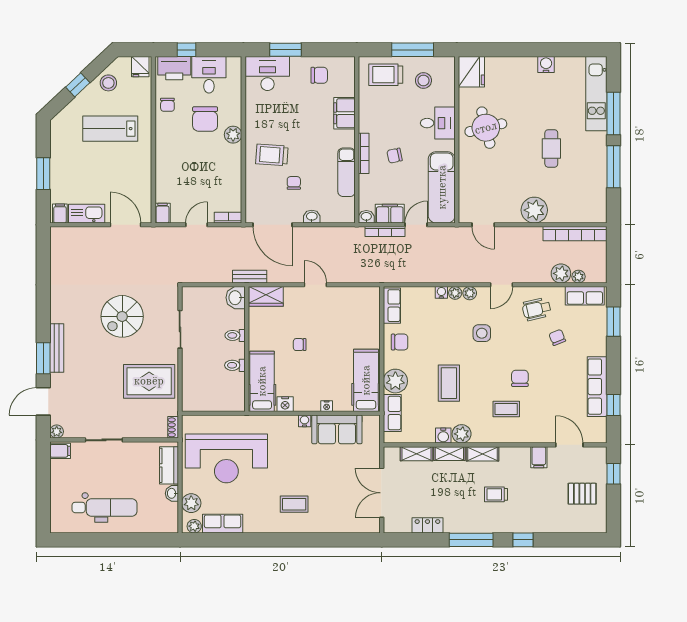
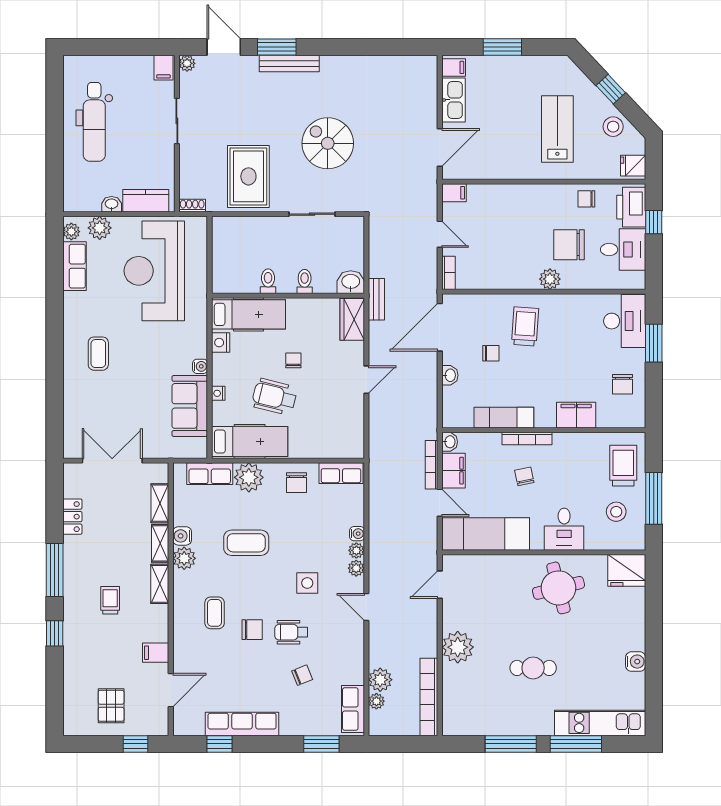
wheelchair: (537, 309) -> (291, 632), moved, turned -77
wheelchair: (329, 360) -> (274, 397), added

